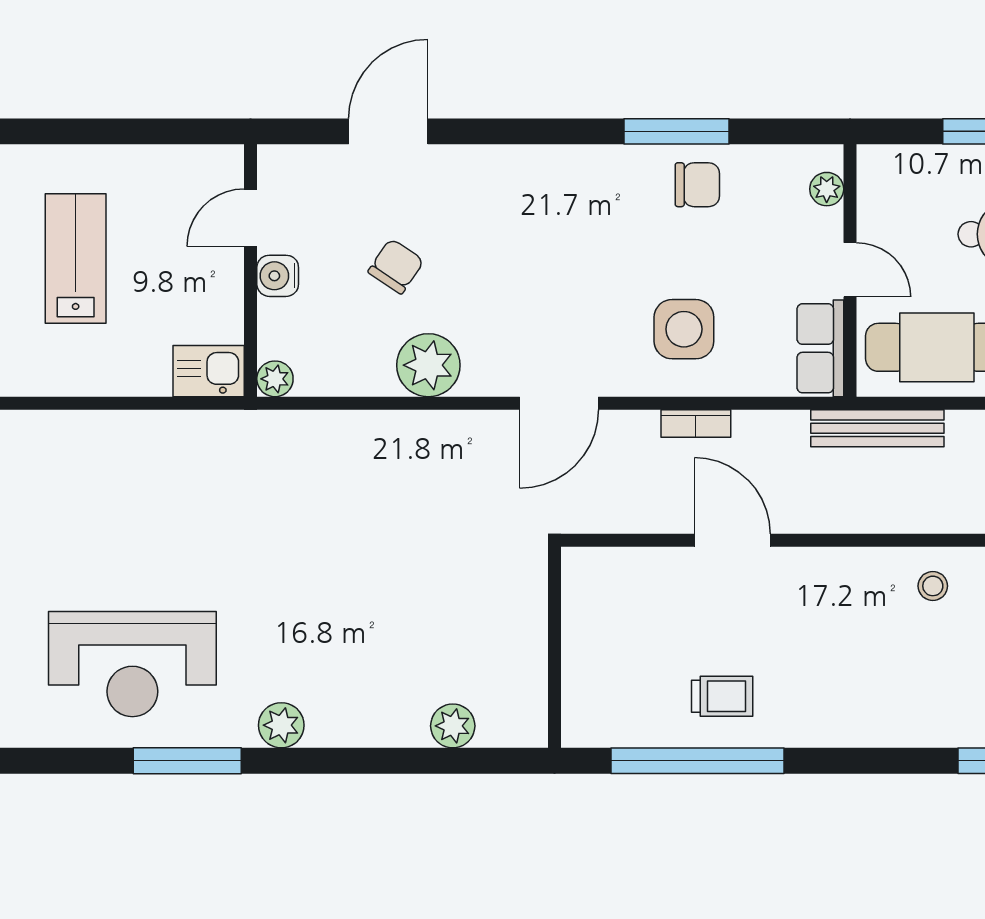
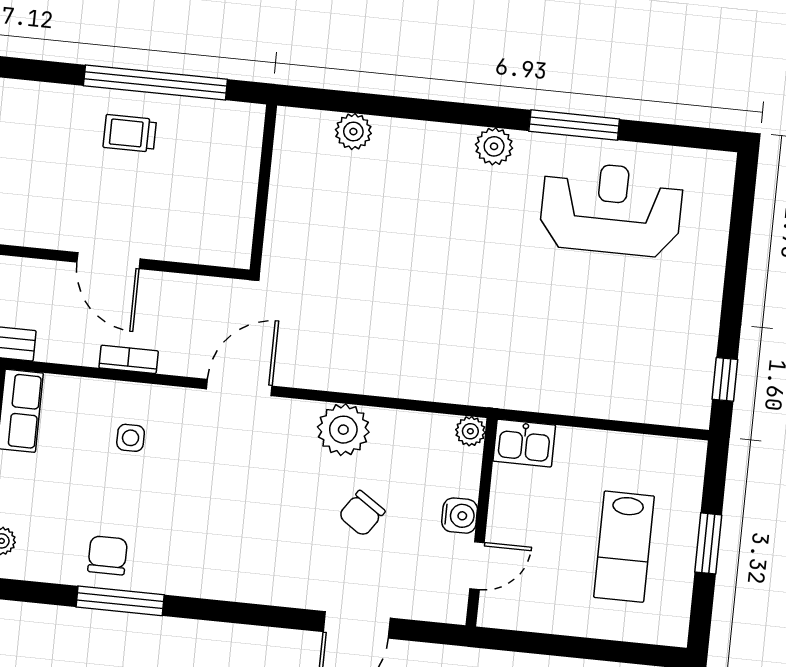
chair: (697, 185) -> (108, 555), turned 90
side table: (684, 329) -> (131, 438), width x0.54, depth x0.54

